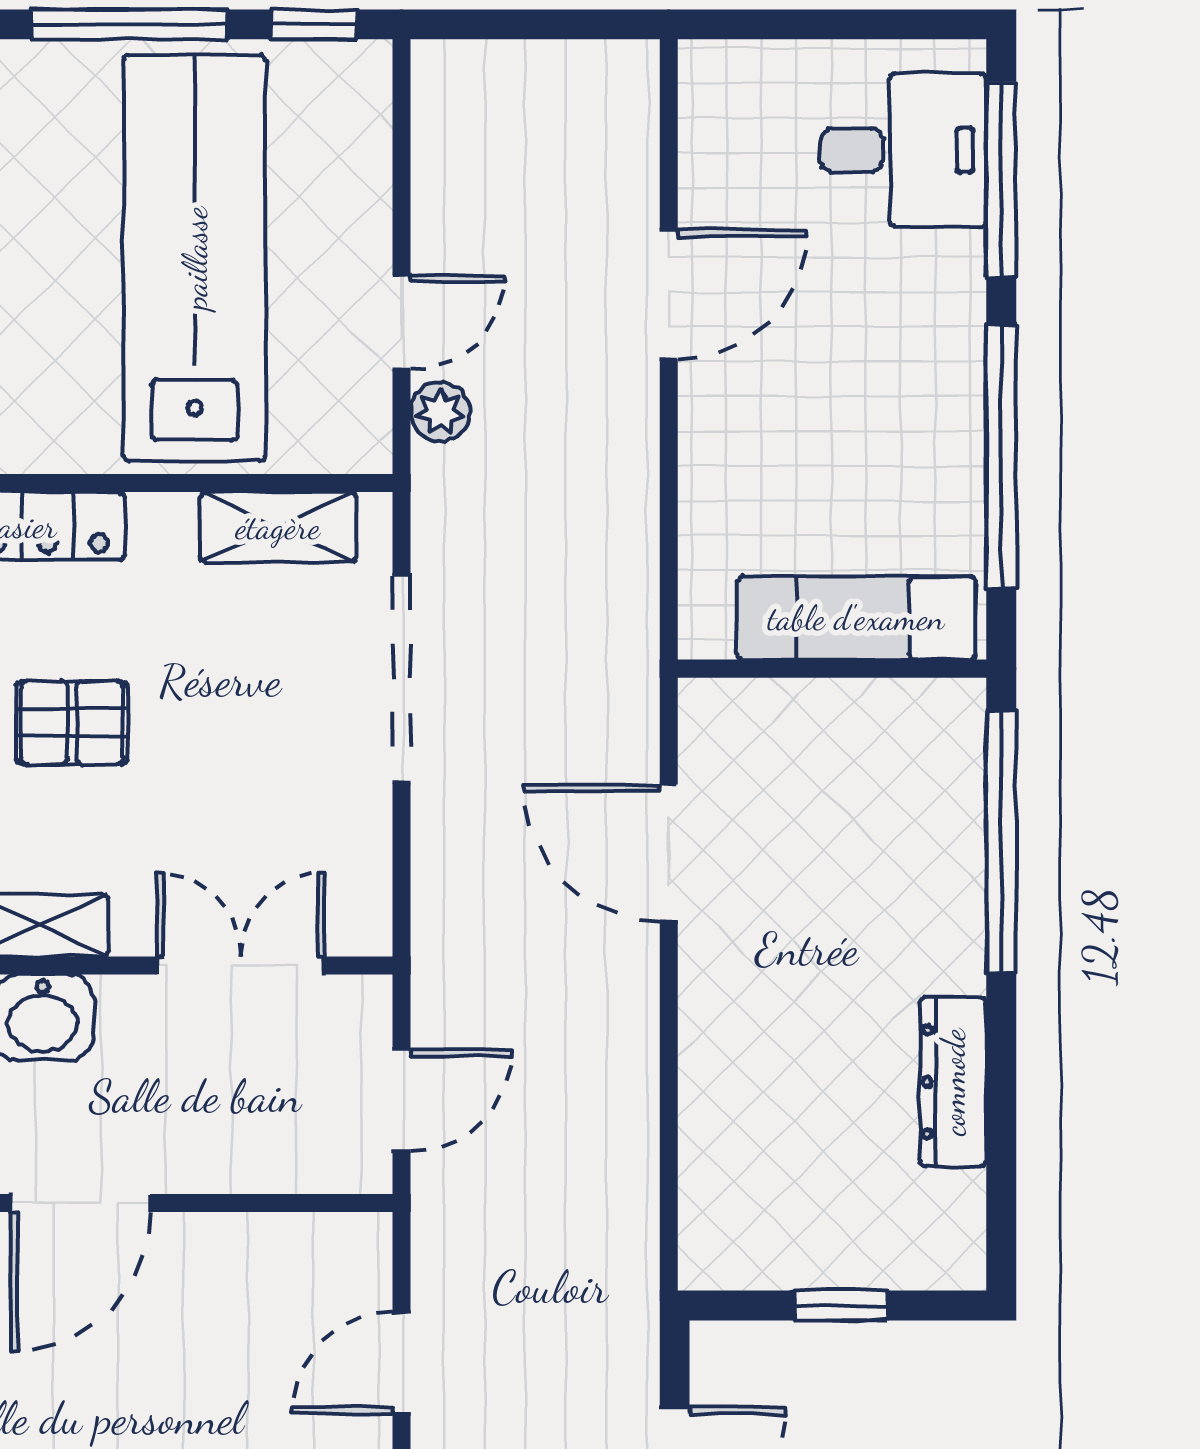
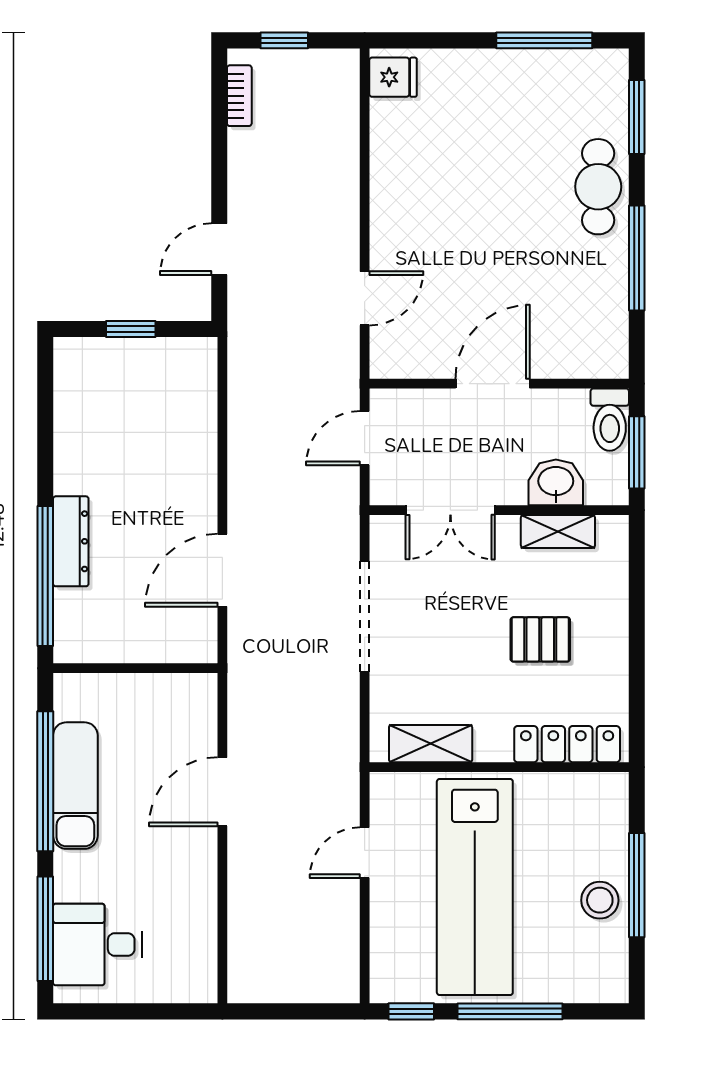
door: (669, 294) -> (222, 792), moved
plant: (440, 412) -> (344, 805), removed
exam couch: (856, 618) -> (75, 786), moved, turned -90
doorway: (401, 679) -> (365, 617), moved
door: (669, 853) -> (222, 570), swing flipped
dresser: (953, 1082) -> (71, 541), moved
door: (81, 1203) -> (493, 384), moved

